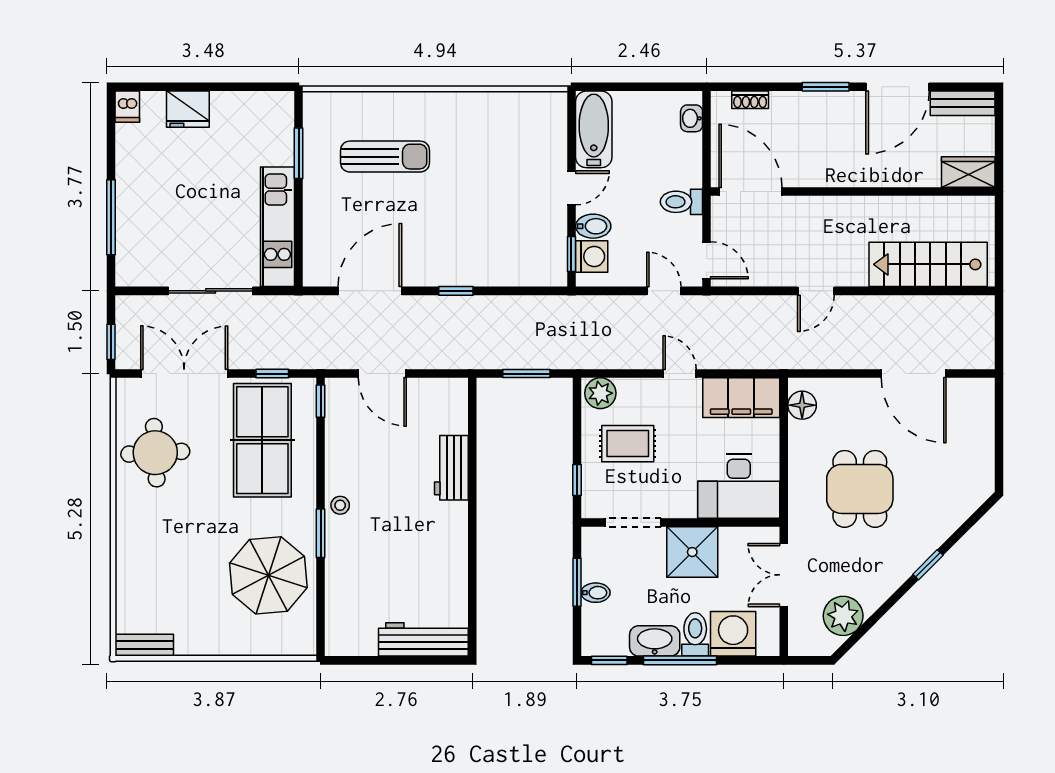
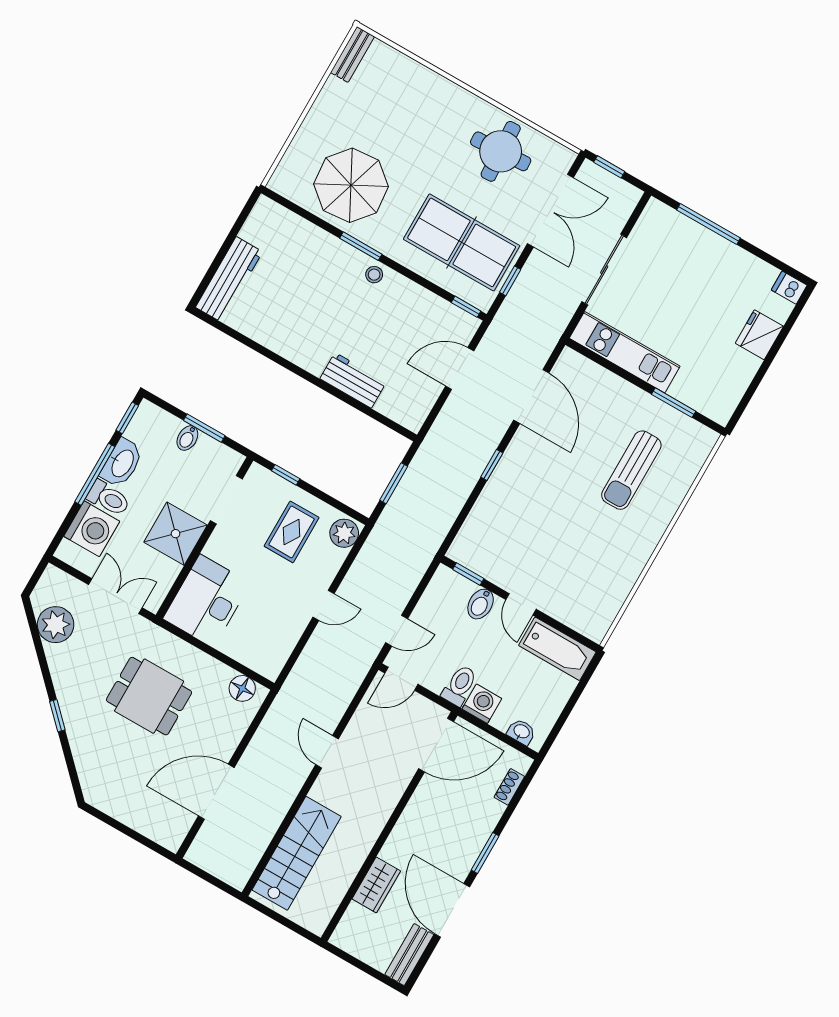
wardrobe: (968, 172) -> (376, 885), moved
washing machine: (592, 256) -> (482, 704), moved, turned 180
filing cabinet: (741, 398) -> (276, 643), removed

